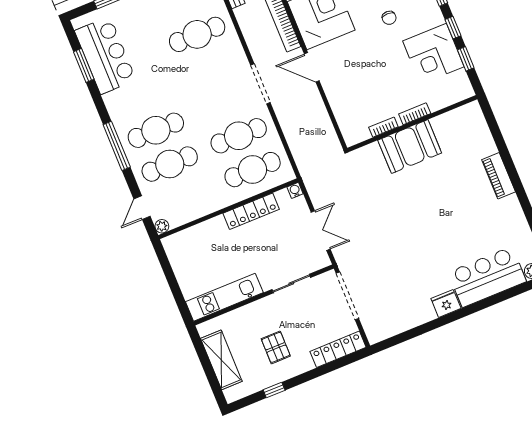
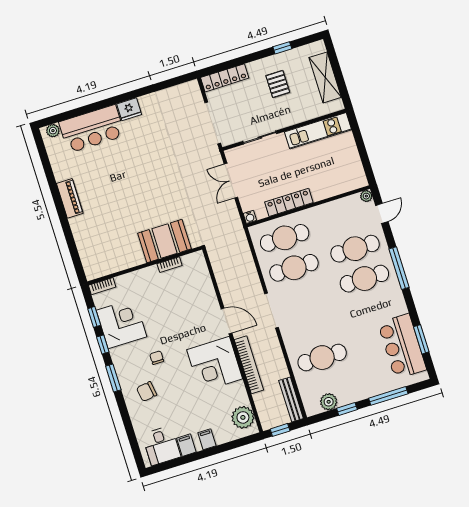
bookcase: (415, 114) -> (102, 286), moved
booth: (410, 147) -> (164, 241), moved
piano: (499, 176) -> (70, 198), moved

